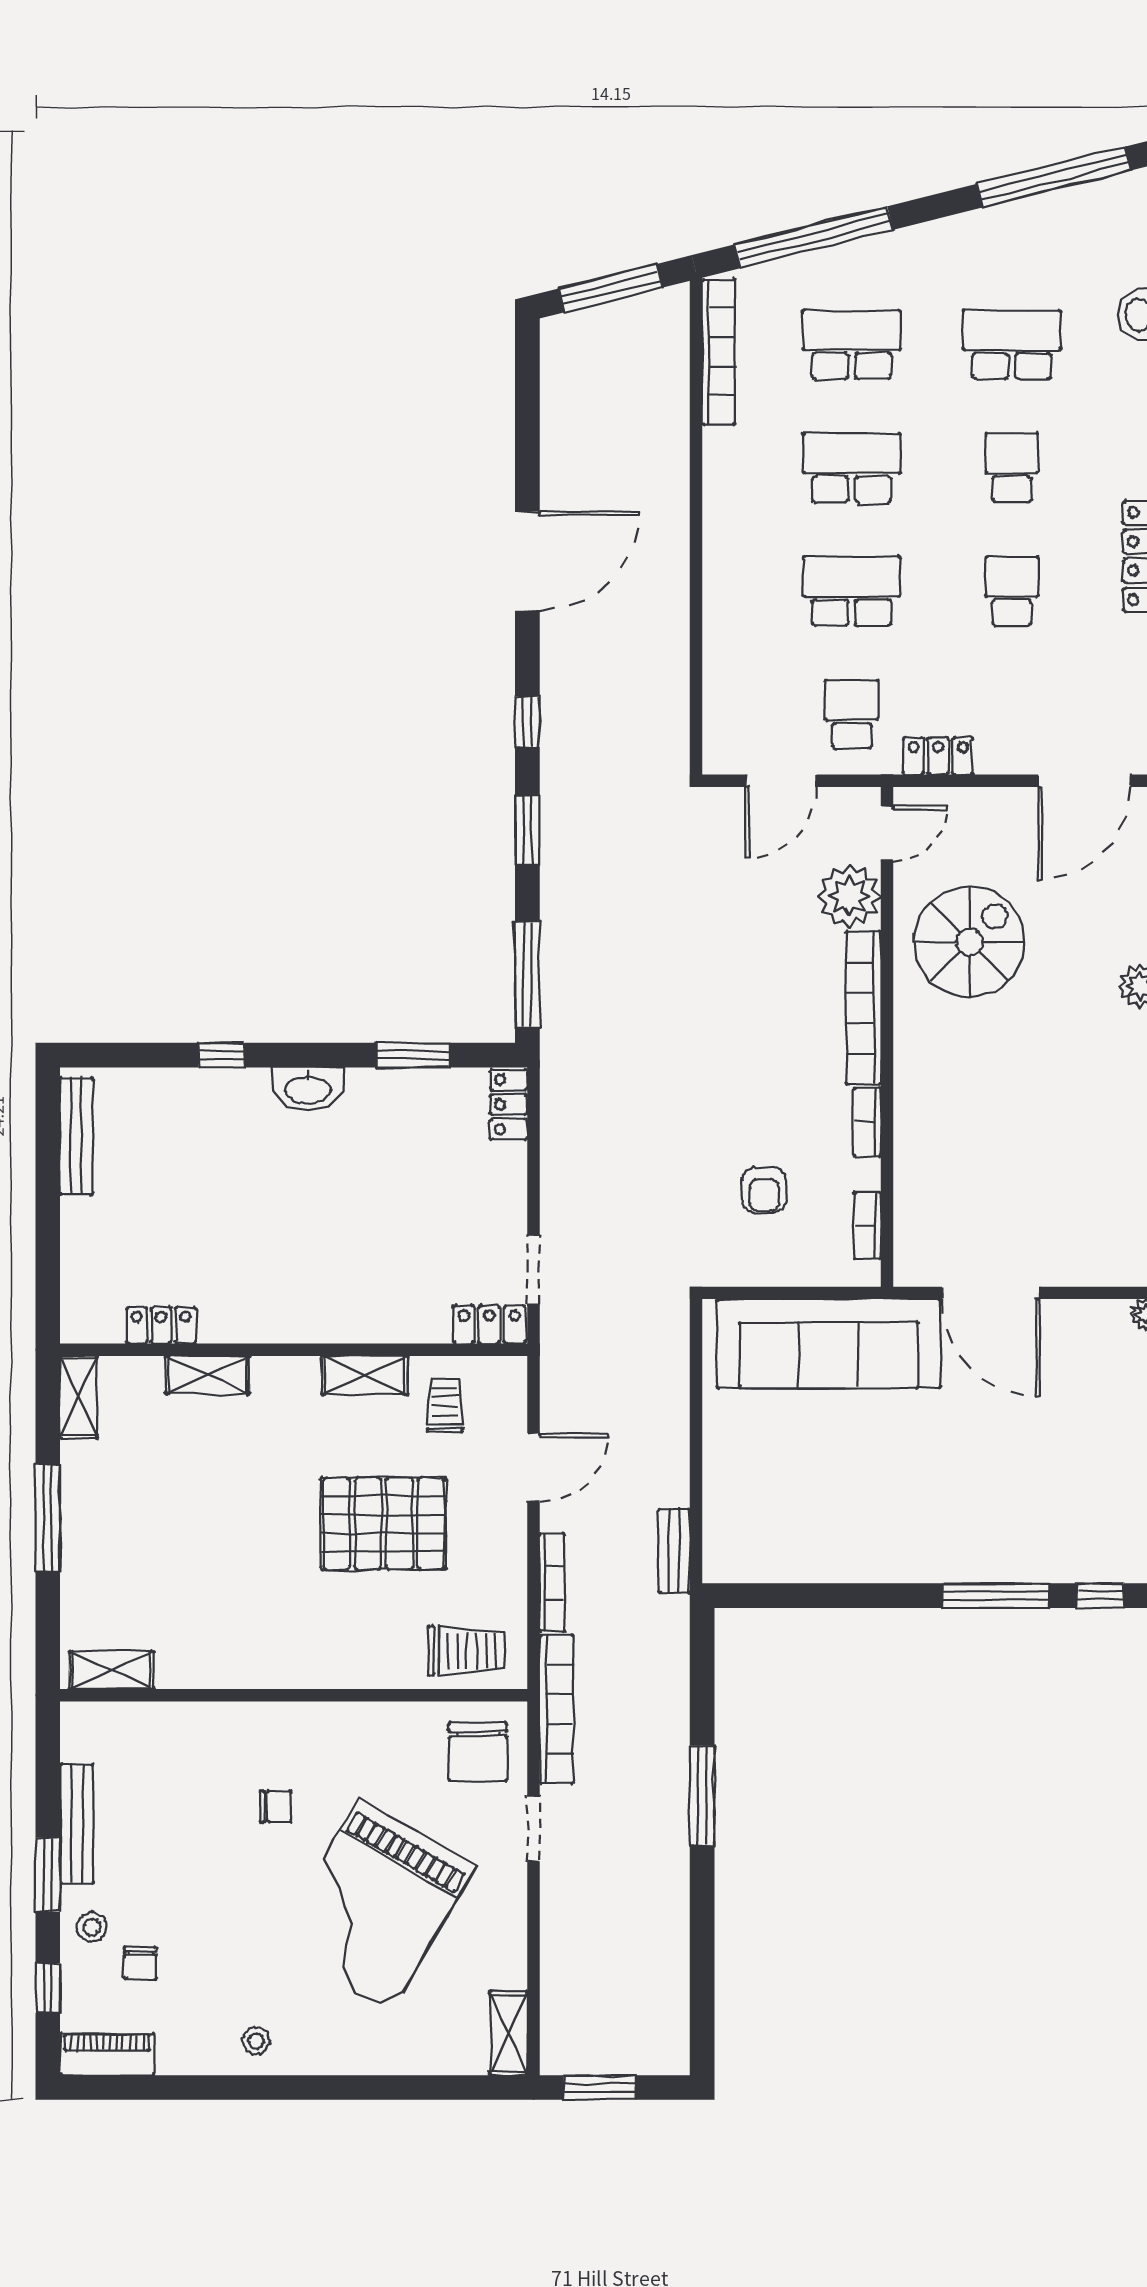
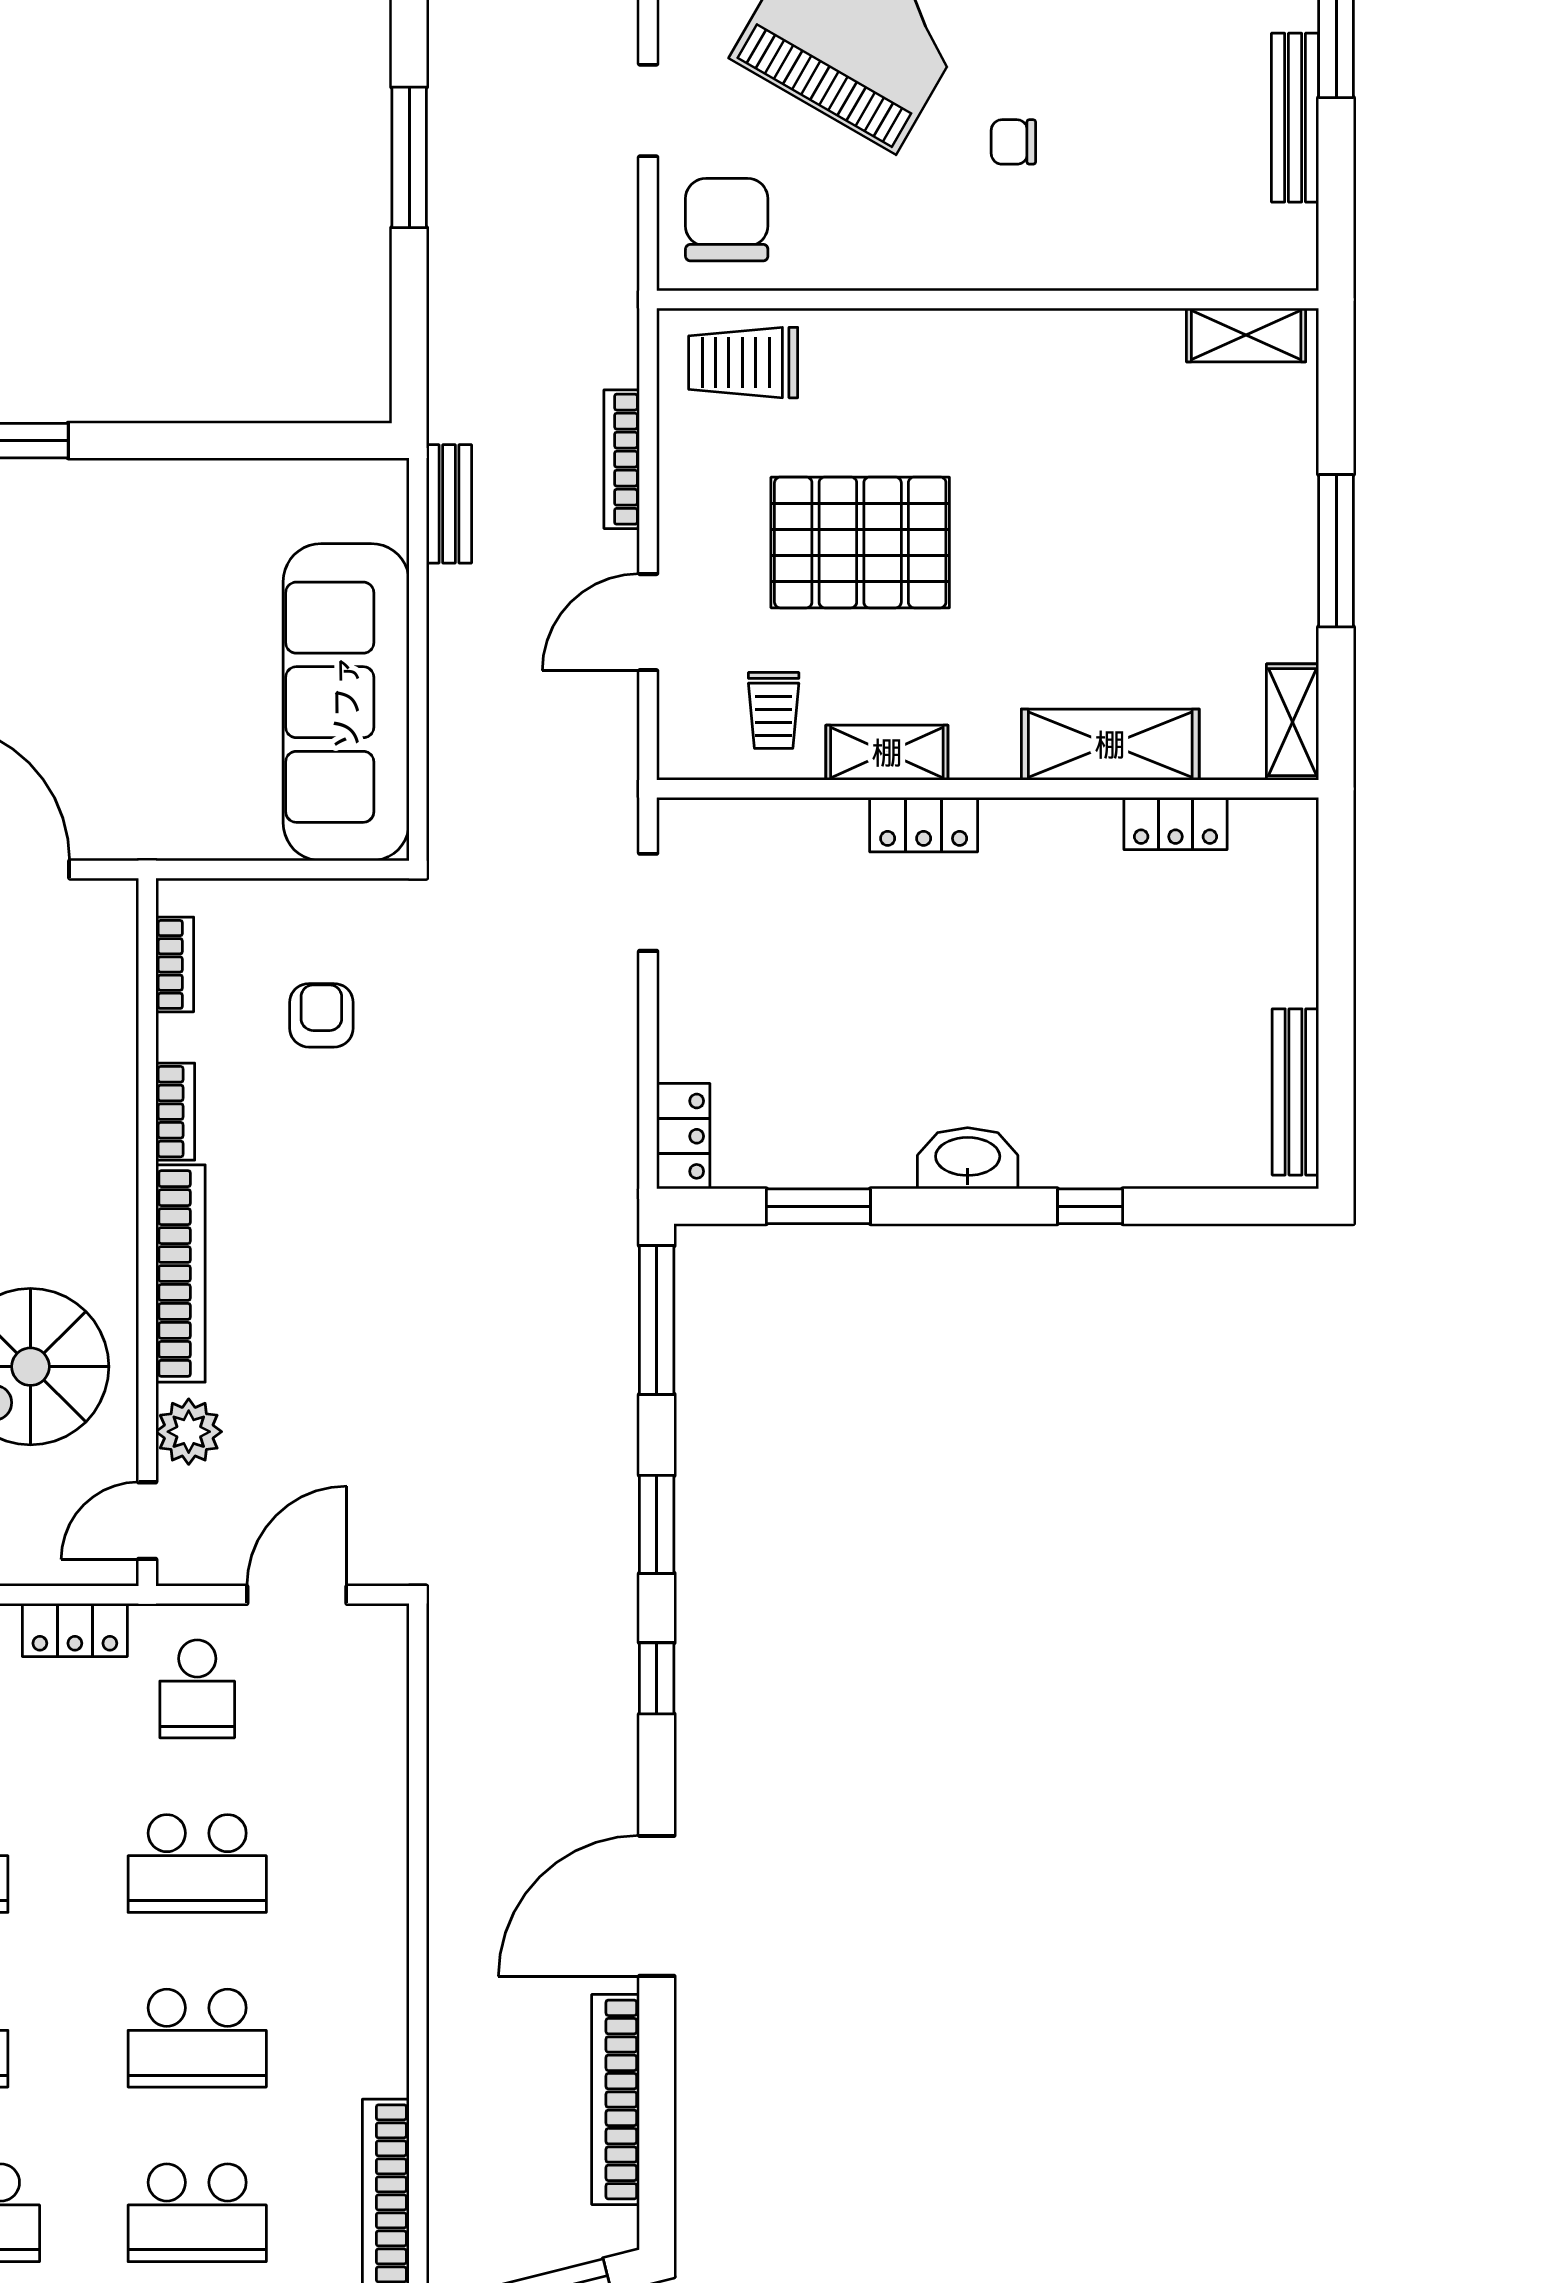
plant: (849, 896) -> (189, 1432), width x0.73, depth x0.73
locker: (489, 1324) -> (924, 825), moved
sofa: (829, 1343) -> (346, 702), moved, turned -90
shelving: (207, 1375) -> (1110, 745), width x1.50, depth x1.33
bookcase: (556, 1709) -> (616, 2100), moved

